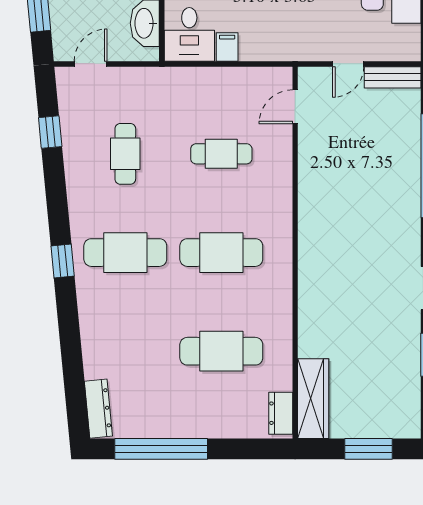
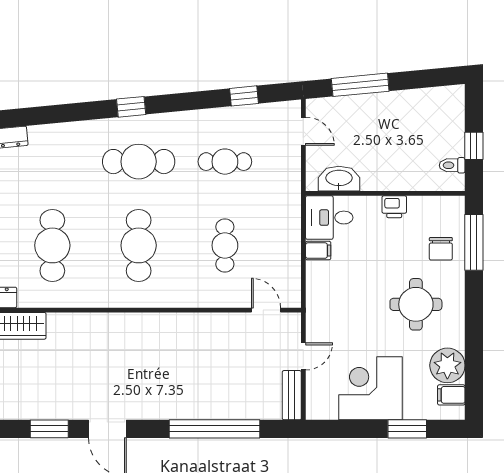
door: (348, 64) -> (303, 356), swing flipped
cafe table: (125, 253) -> (139, 162), turned 90

